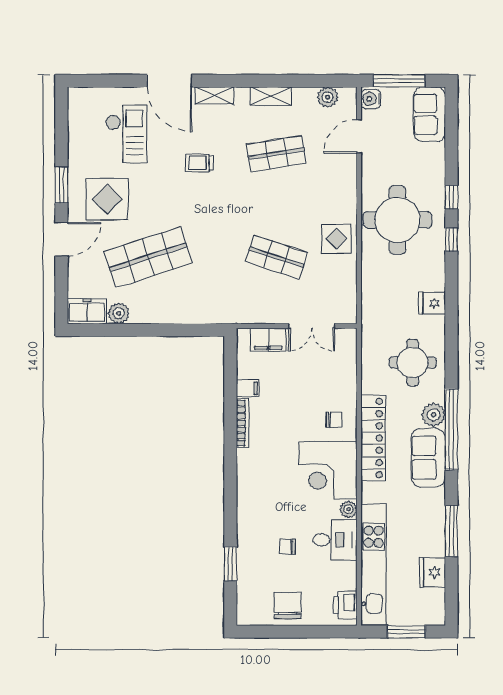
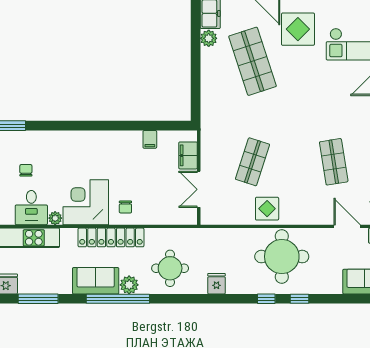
trolley: (199, 163) -> (326, 101), removed
bookcase: (243, 423) -> (123, 135), removed

